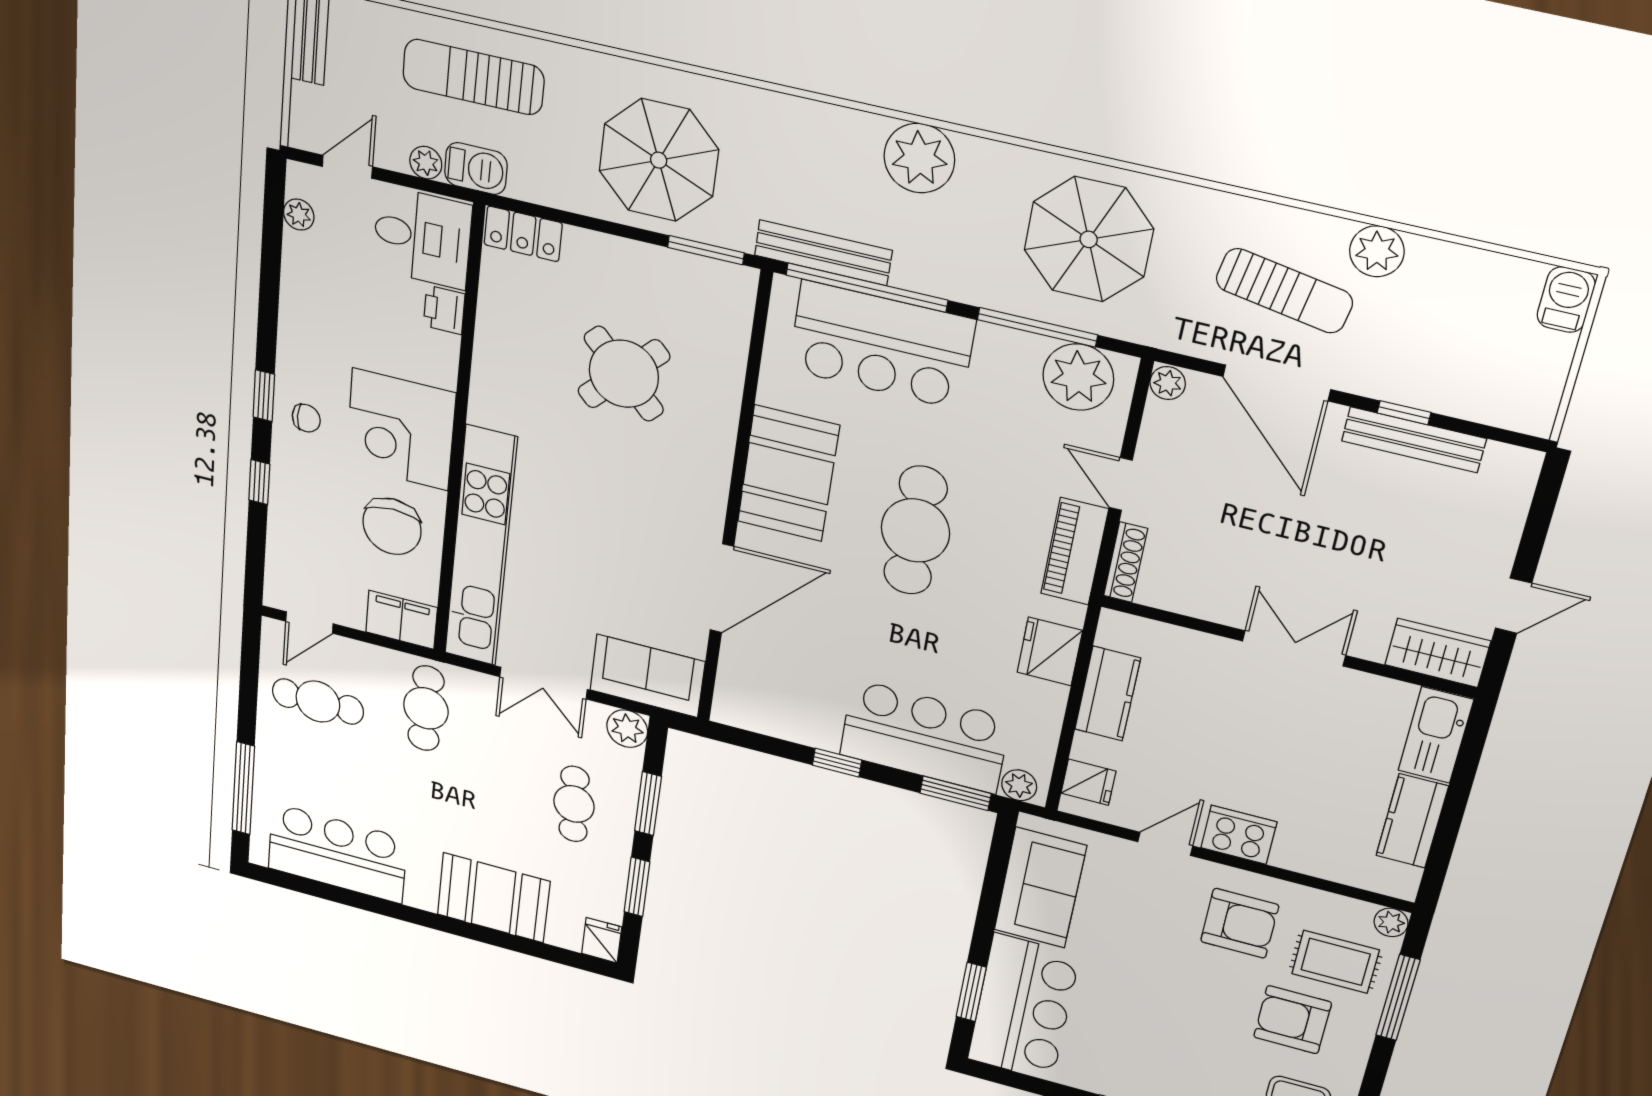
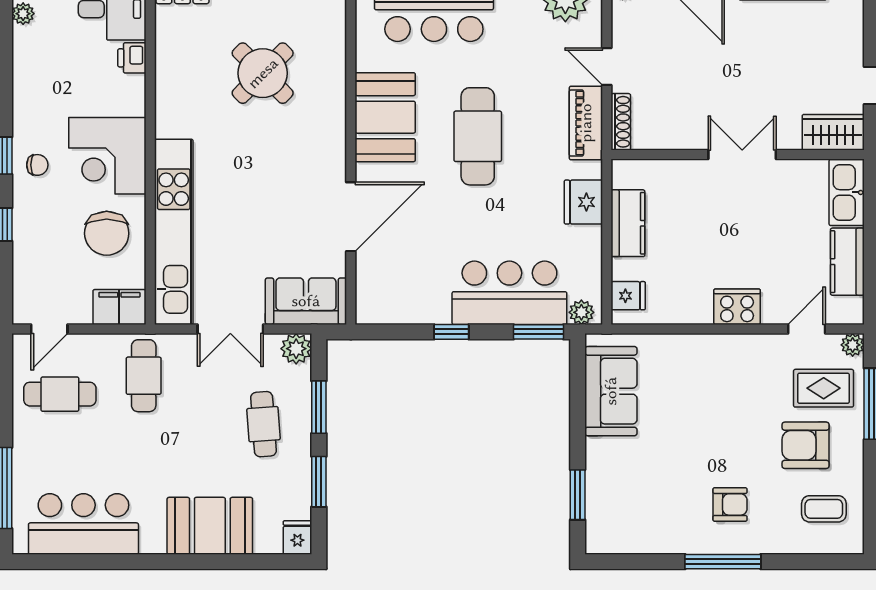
door: (1165, 844) -> (807, 329), moved
armchair: (1240, 923) -> (730, 504), moved, width x0.72, depth x0.72
bar counter: (1023, 1008) -> (617, 496), removed

